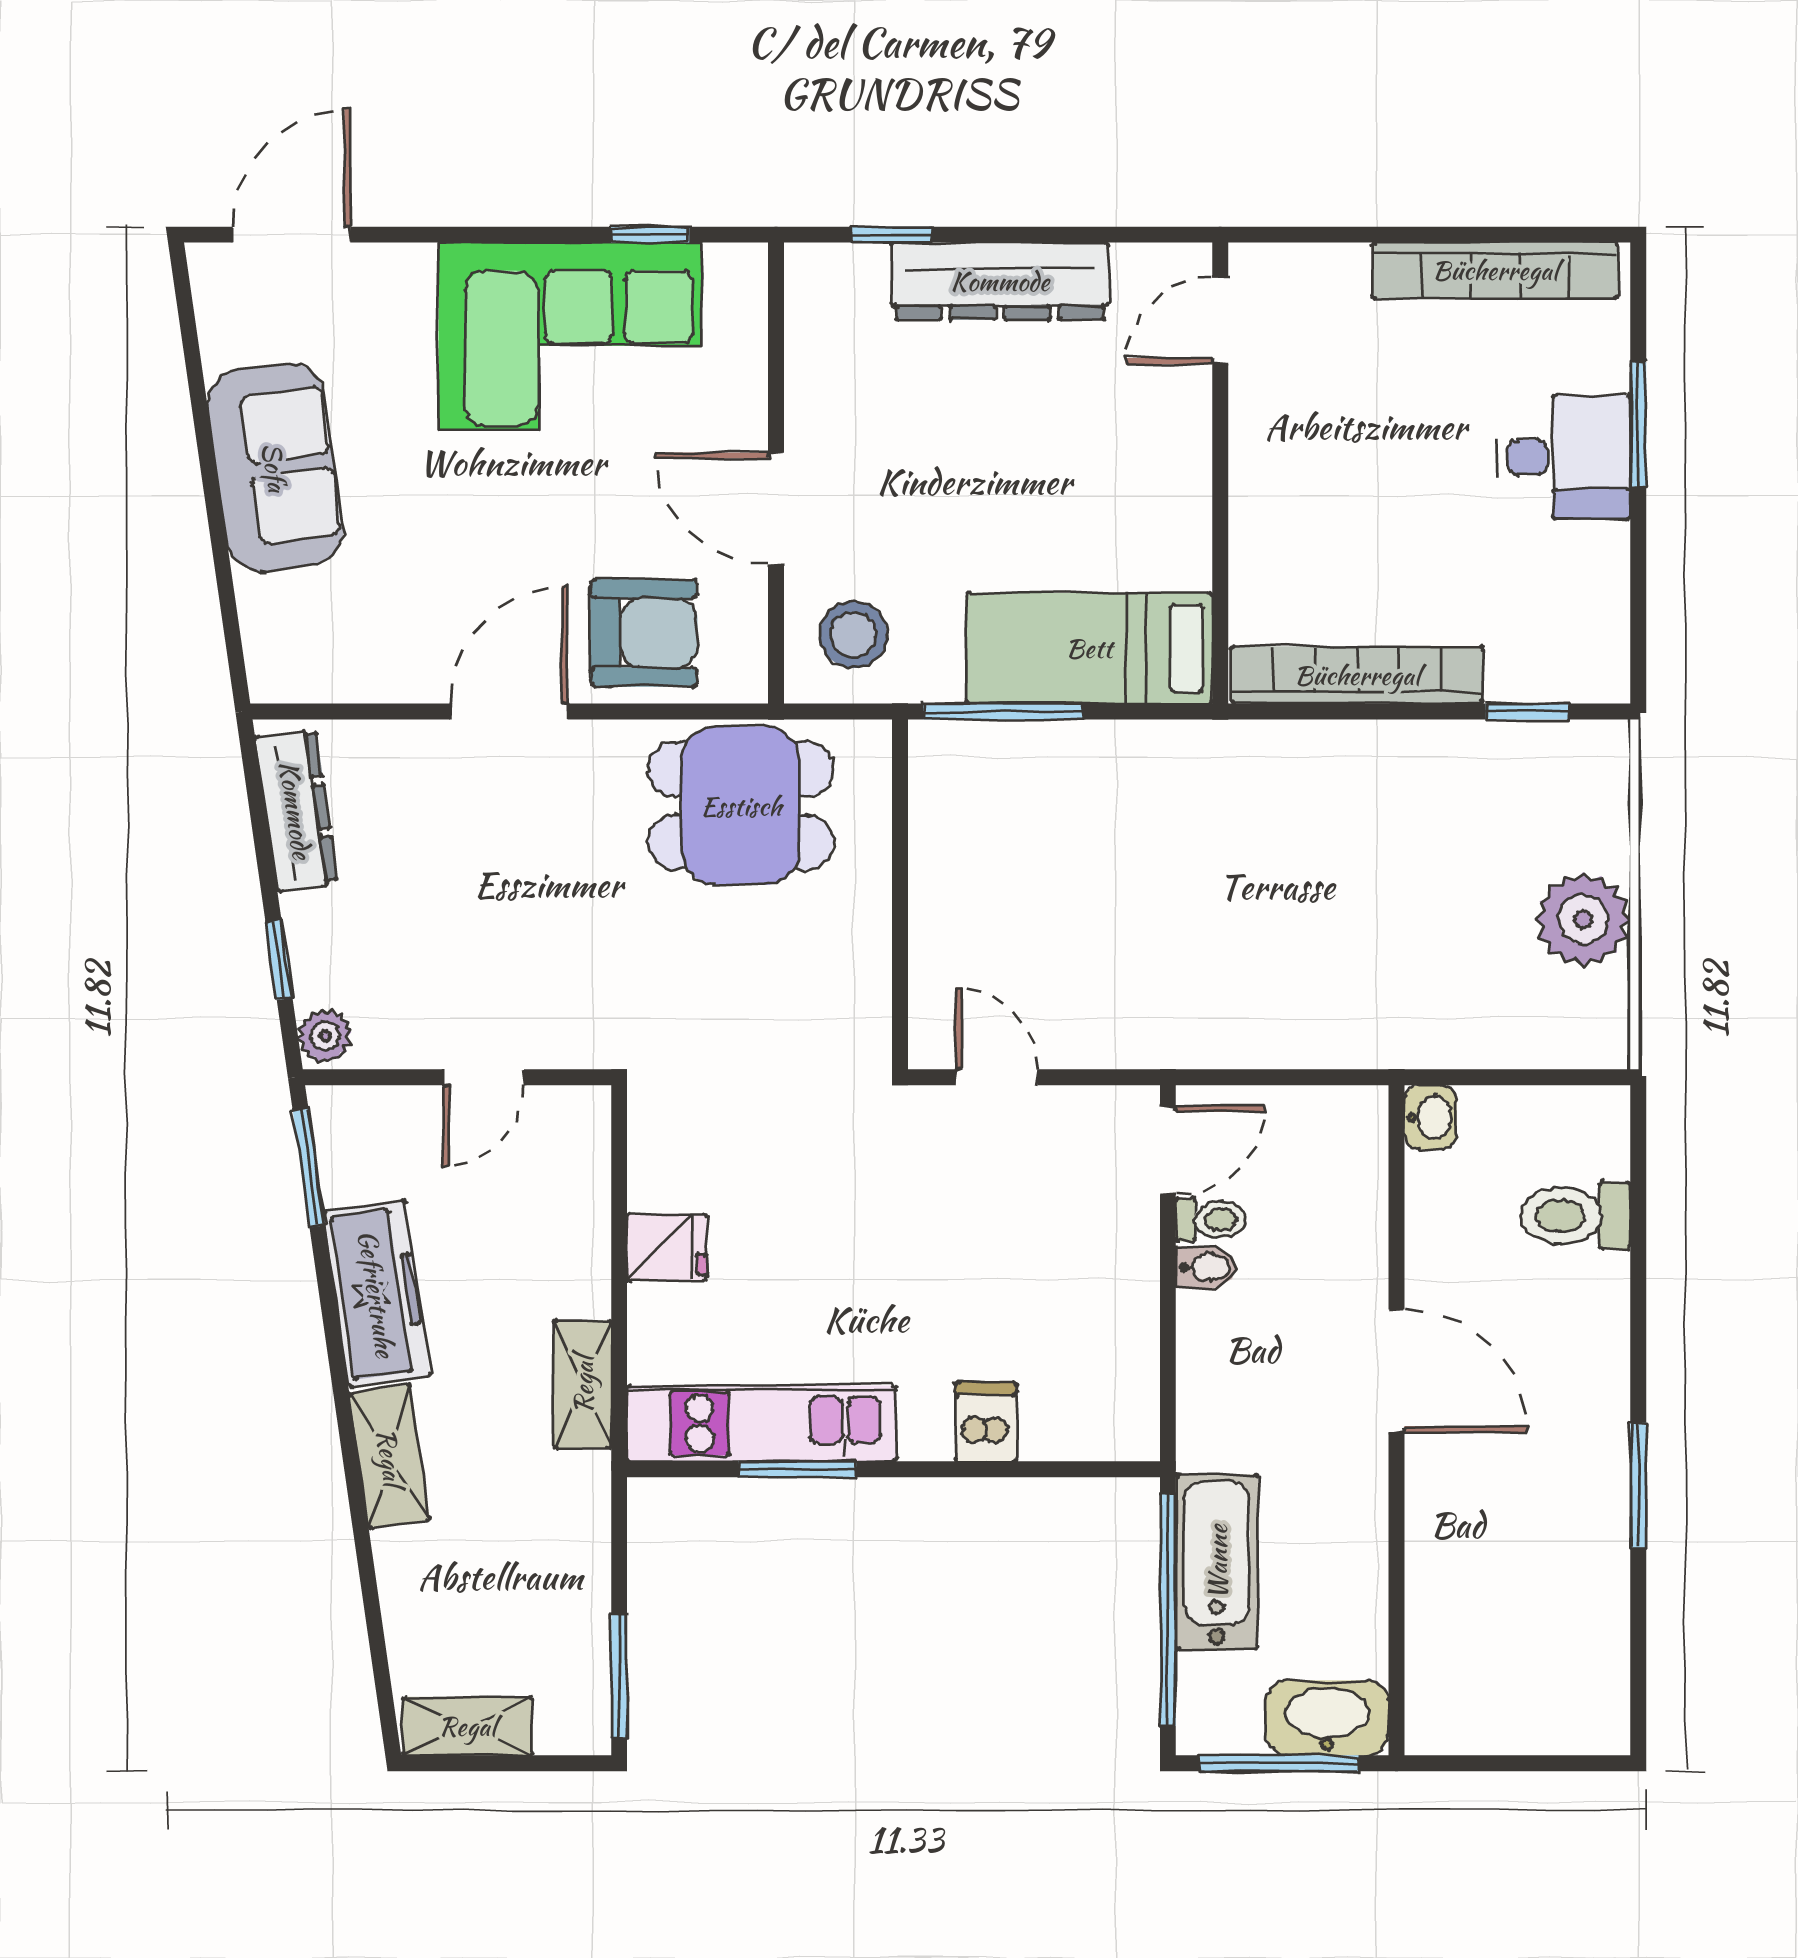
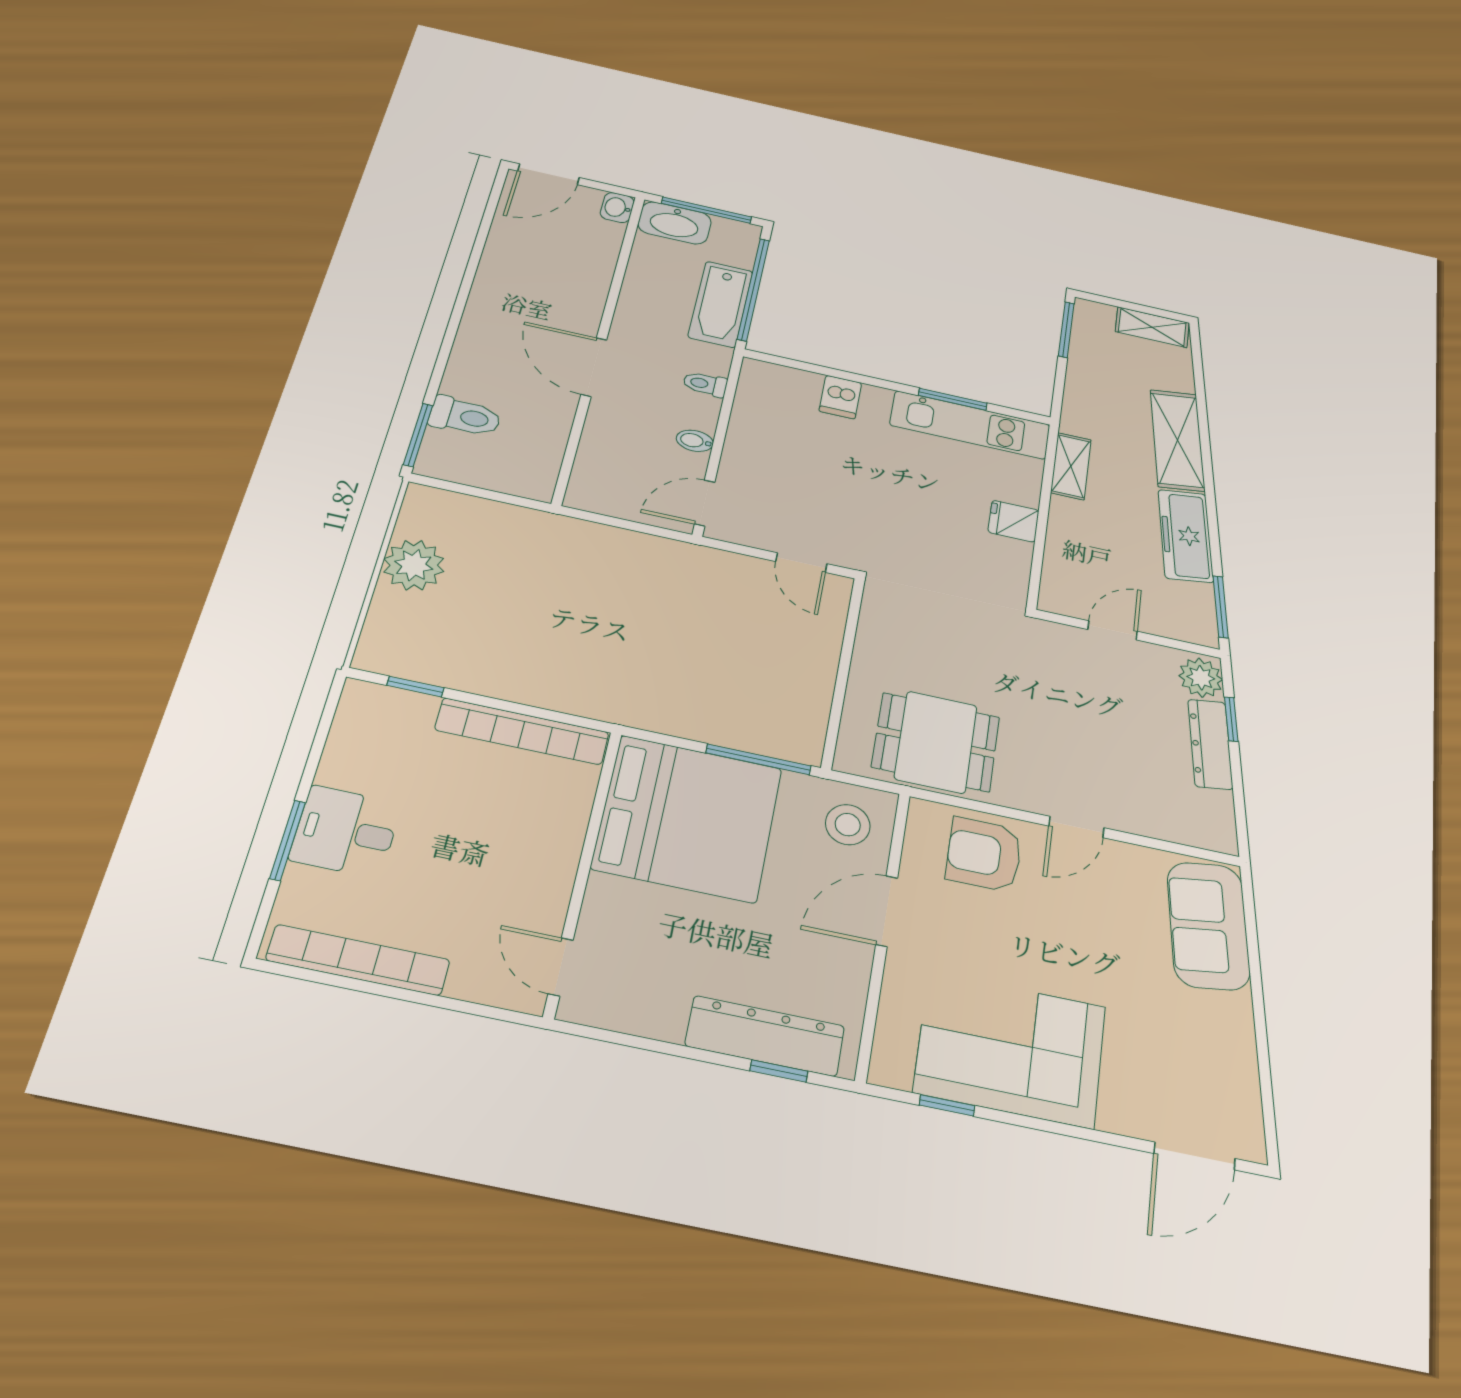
dresser: (1000, 281) -> (765, 1036), moved
door: (1220, 321) -> (561, 967), swing flipped
sofa: (275, 467) -> (1208, 926), moved
door: (776, 509) -> (887, 911), swing flipped
bed: (1089, 648) -> (688, 818), width x2.04
door: (509, 711) -> (1076, 827), width x0.73
dresser: (296, 810) -> (1210, 744), moved
plant: (325, 1036) -> (1201, 678), width x1.38, depth x1.38
washbasin: (1430, 1117) -> (617, 208), moved
toilet: (1211, 1220) -> (705, 384), moved
shelving: (390, 1457) -> (1177, 440), width x1.50, depth x1.33
window: (1638, 1485) -> (418, 435), moved
door: (1561, 1763) -> (548, 174), added

